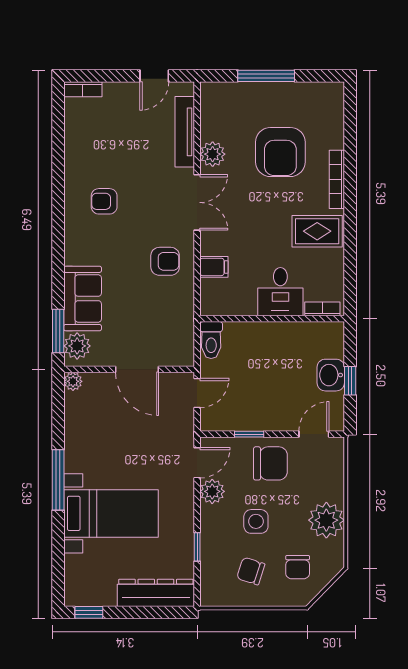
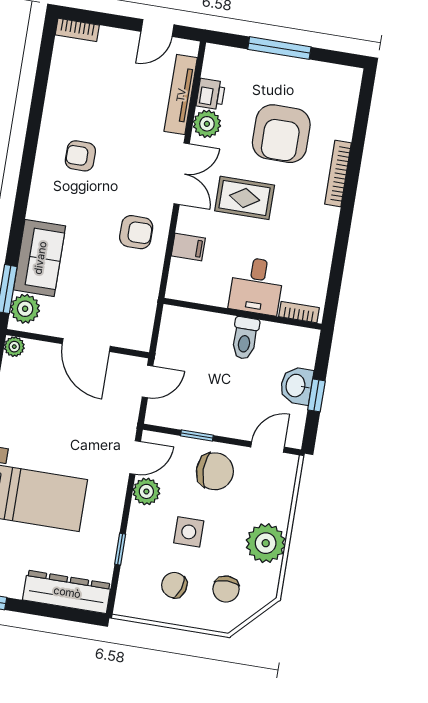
printer: (211, 127) -> (211, 94), added
rug: (317, 231) -> (245, 198), moved
toilet: (211, 340) -> (245, 338), moved

